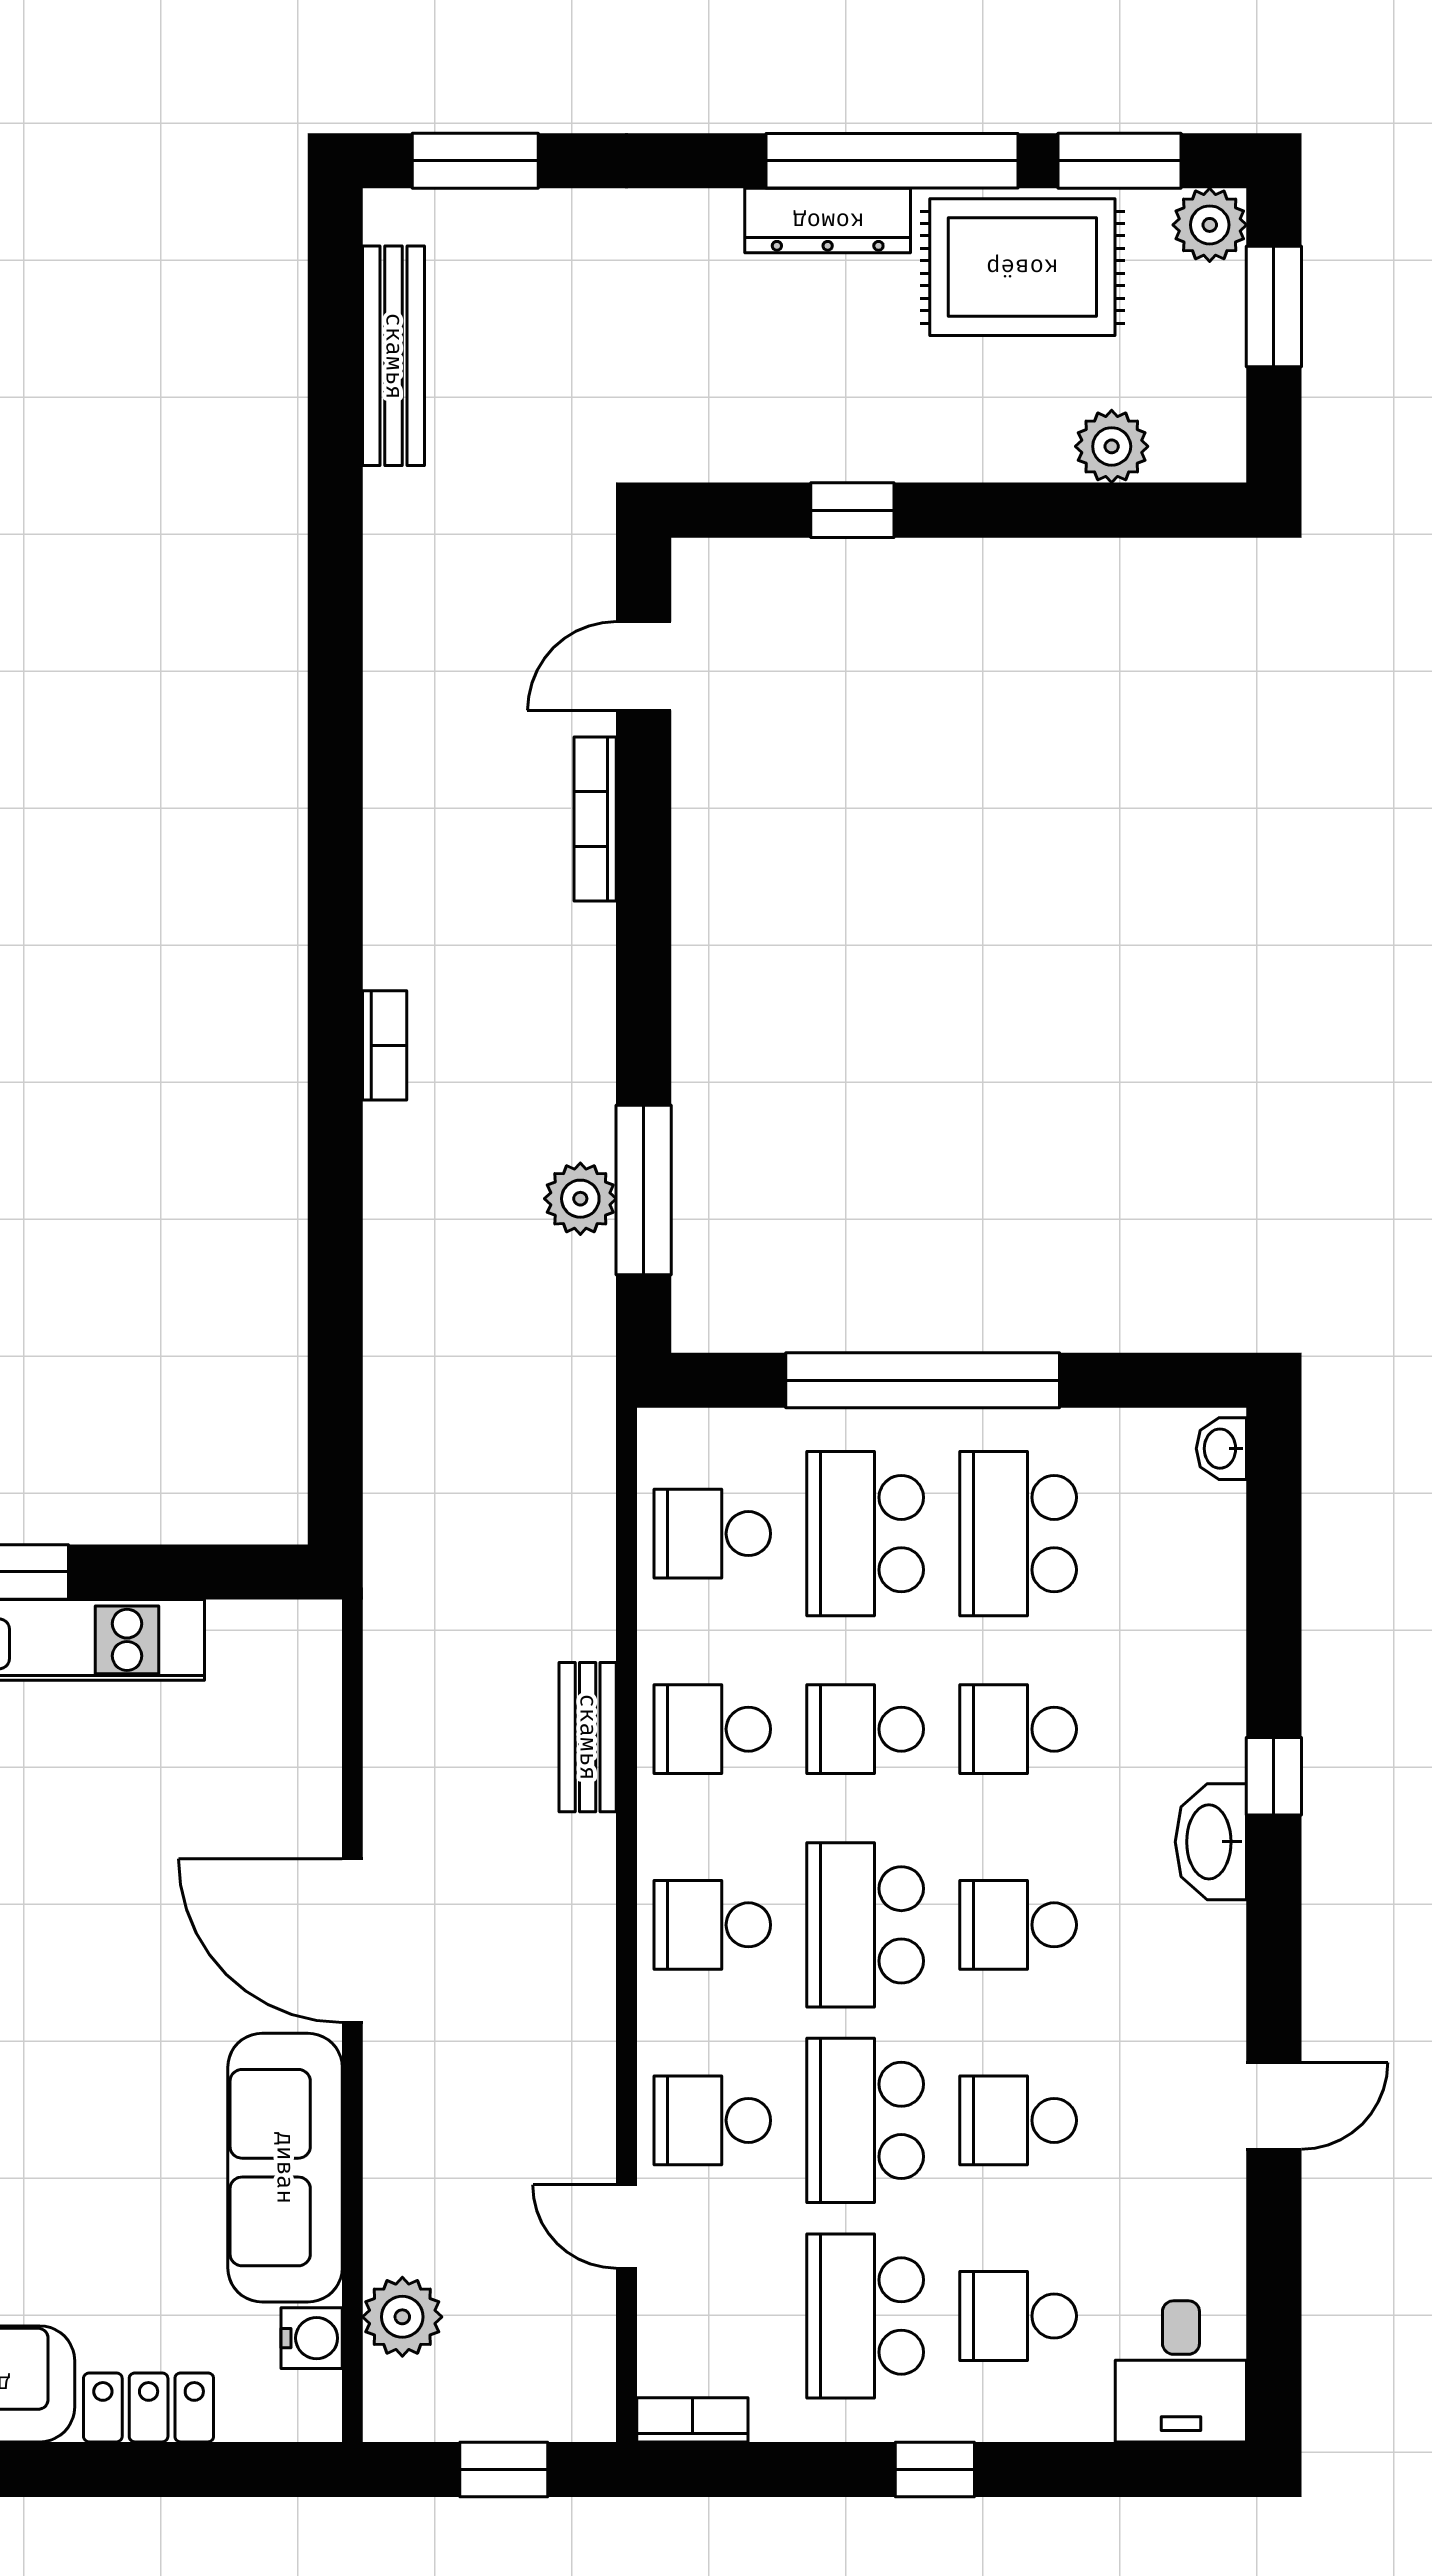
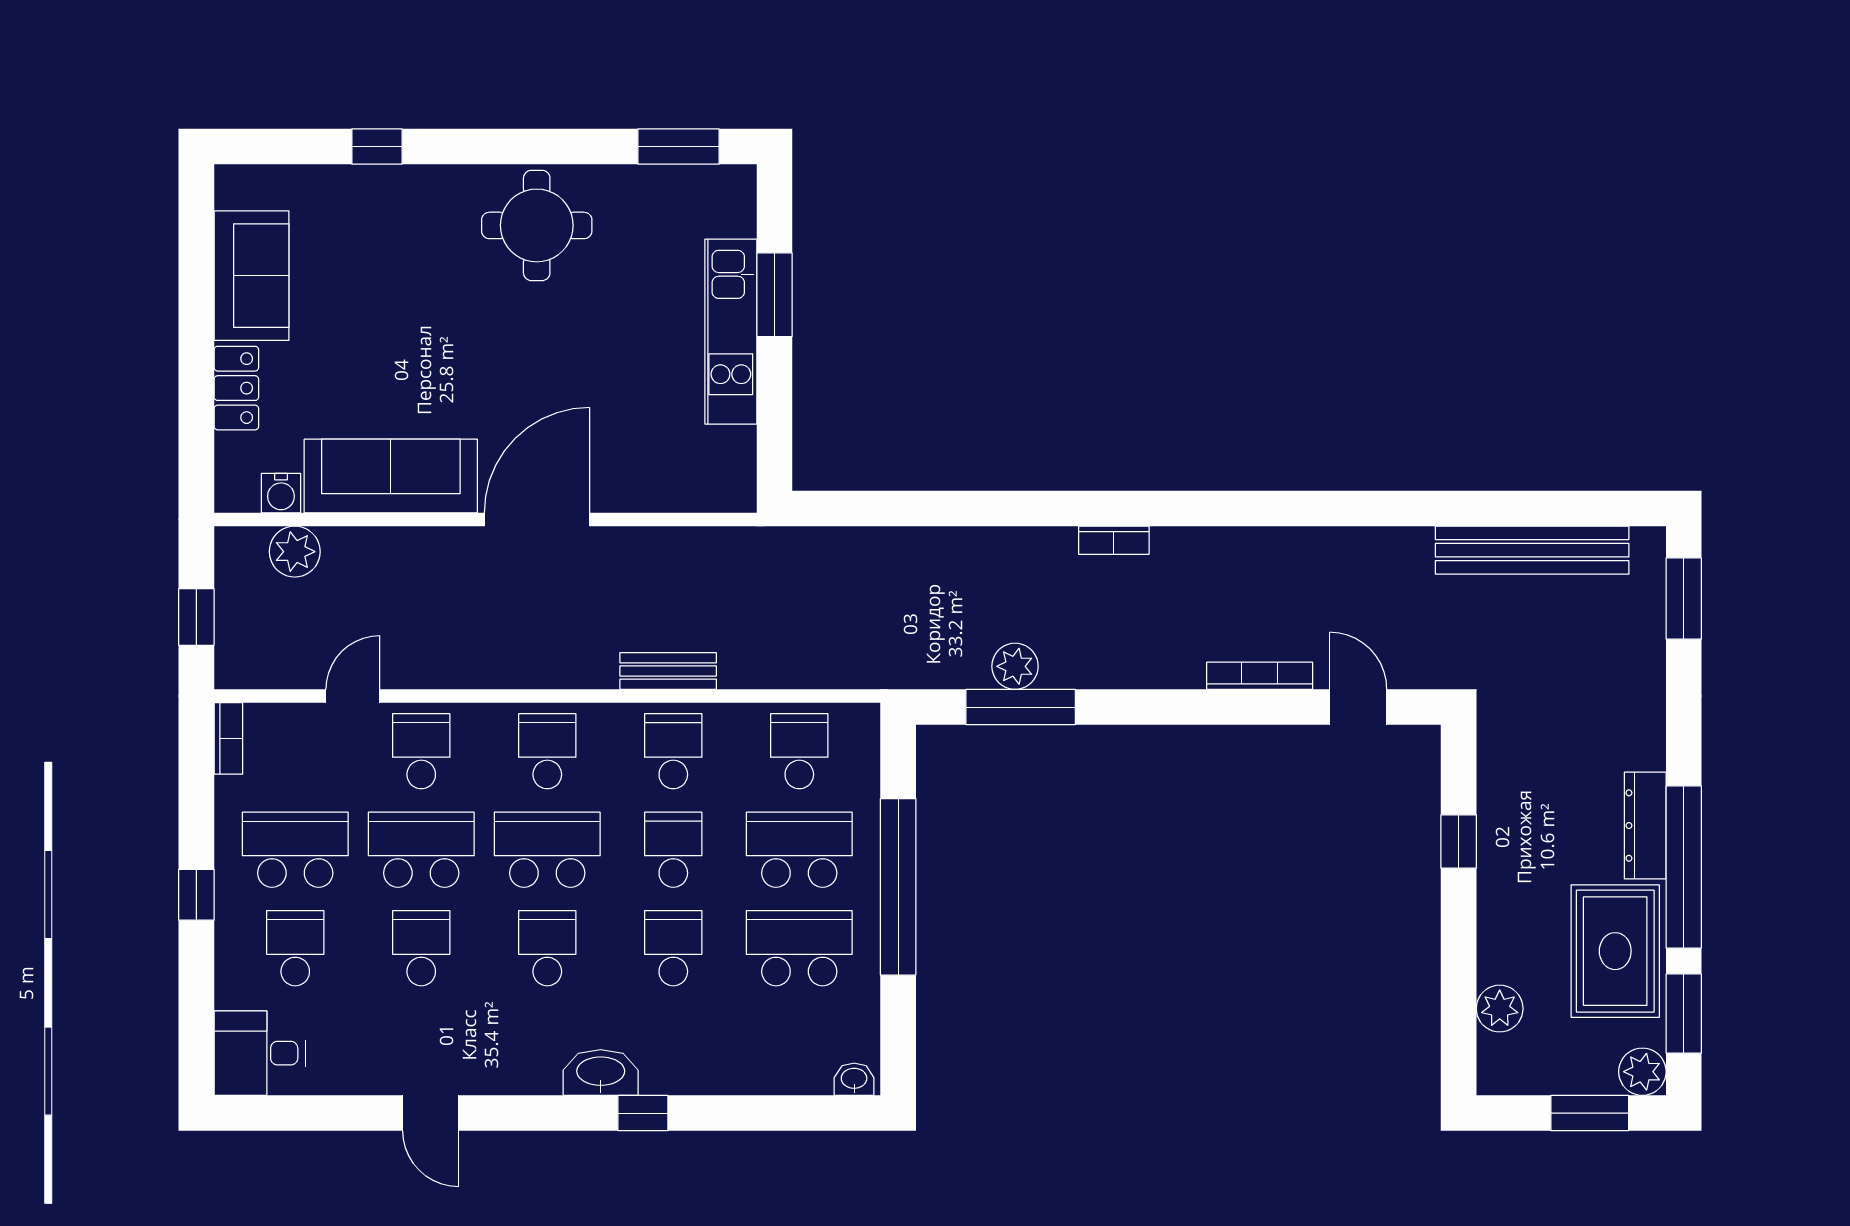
bench: (394, 356) -> (1532, 550), width x1.37, depth x1.21

